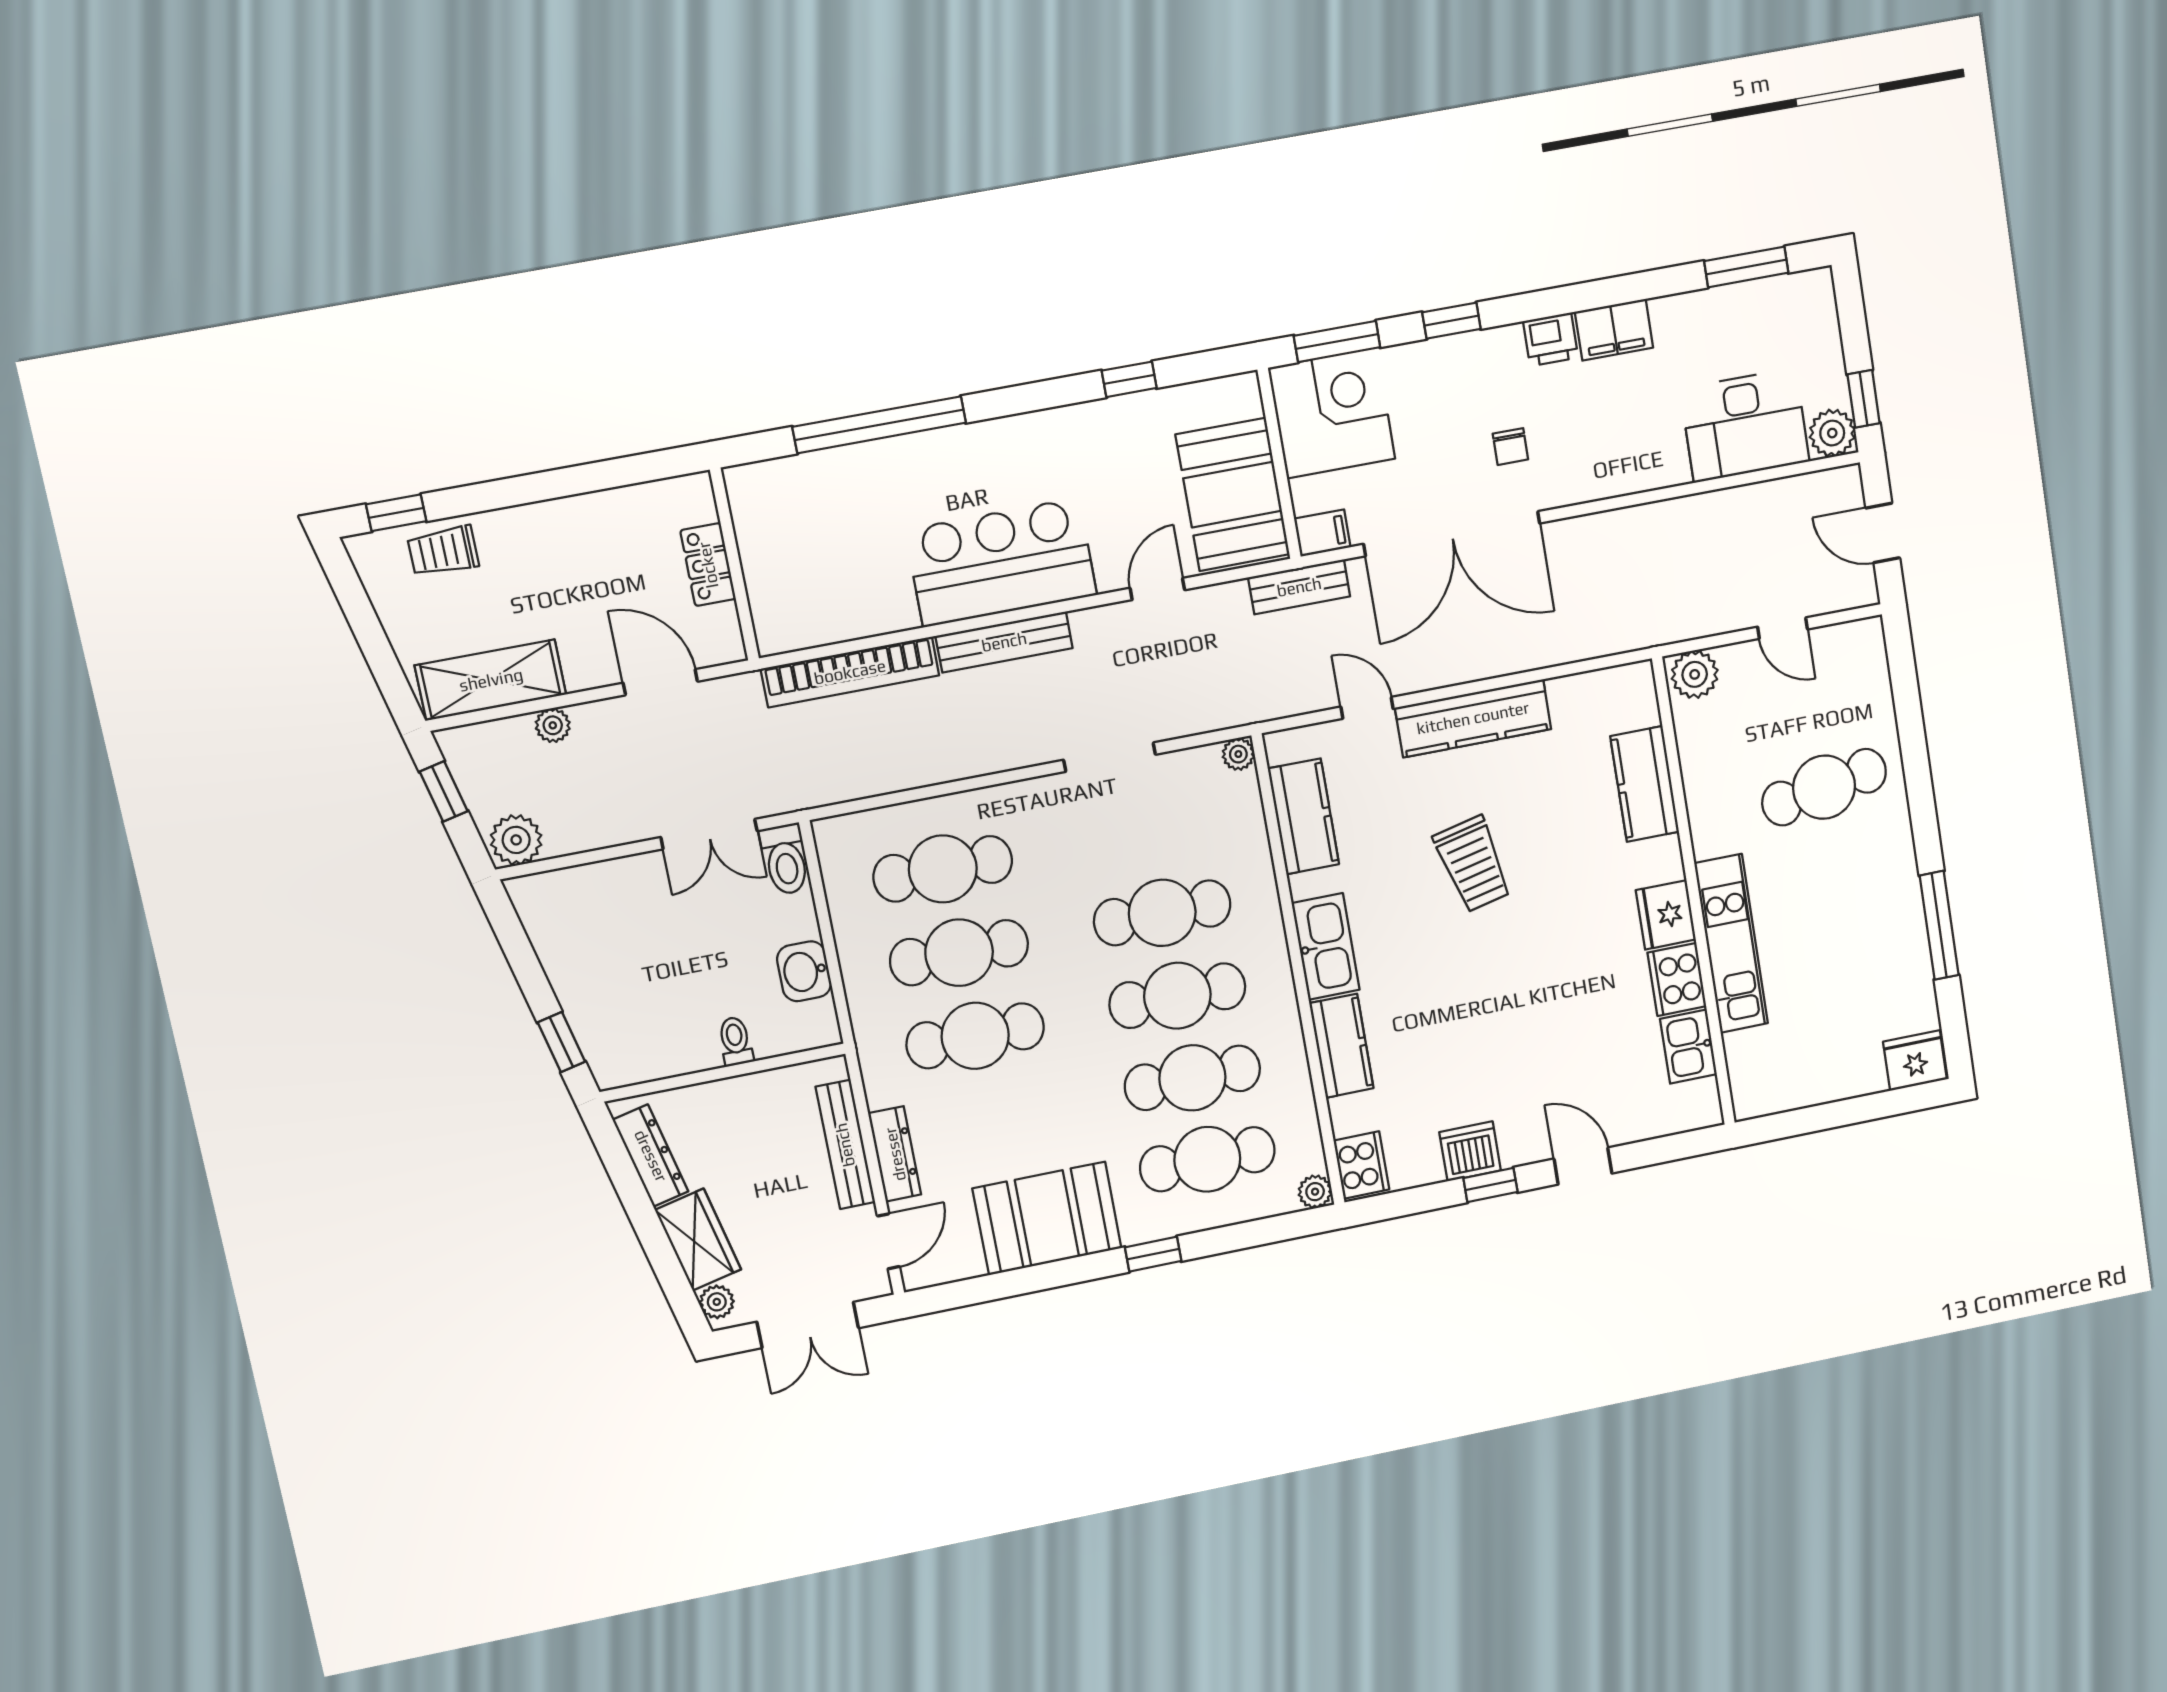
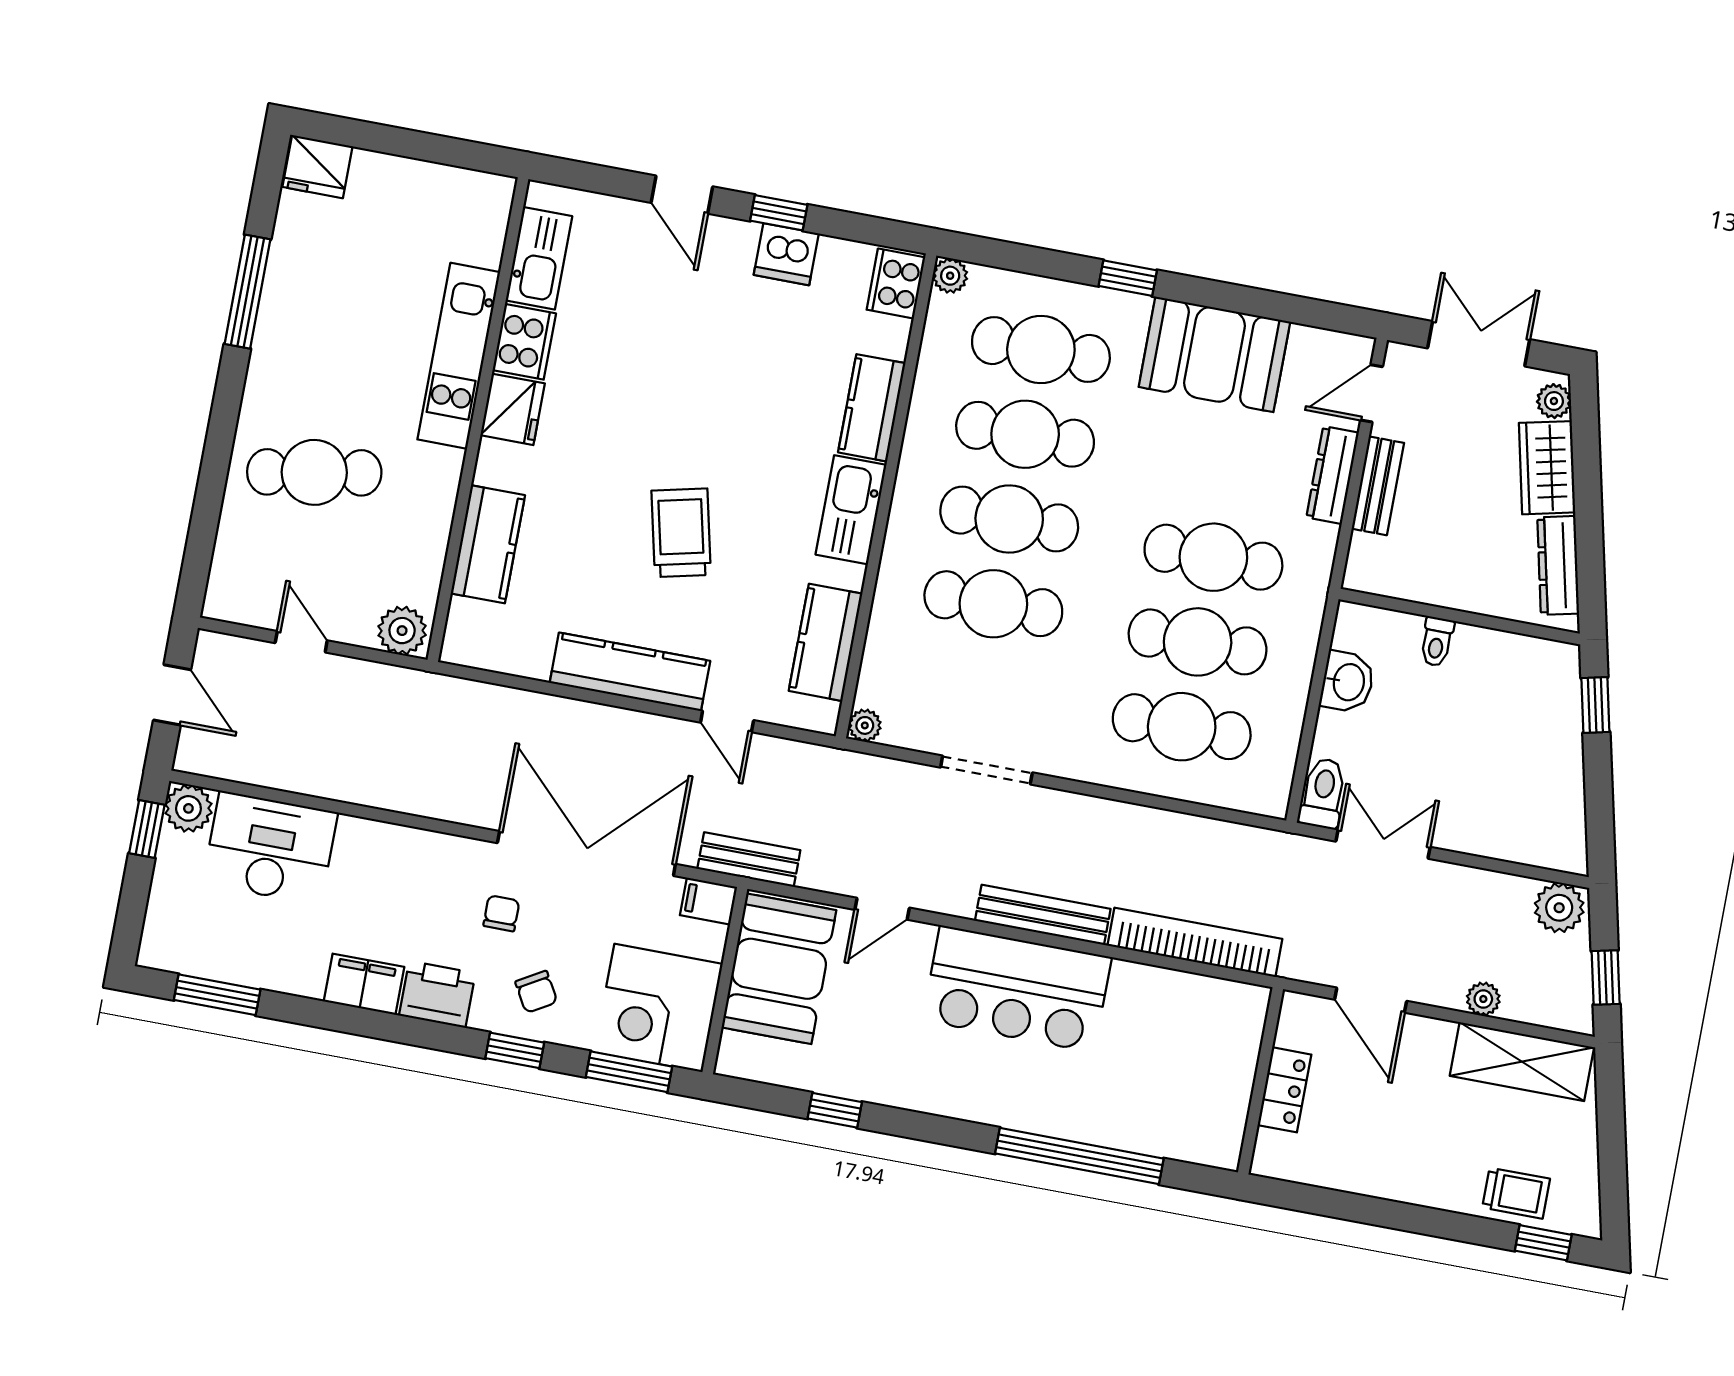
printer: (1551, 339) -> (437, 994), width x1.36, depth x1.24
chair: (1451, 384) -> (536, 992), added
kitchen sink: (1688, 1047) -> (539, 258), width x1.38
bench: (845, 1145) -> (1378, 486), width x0.73

